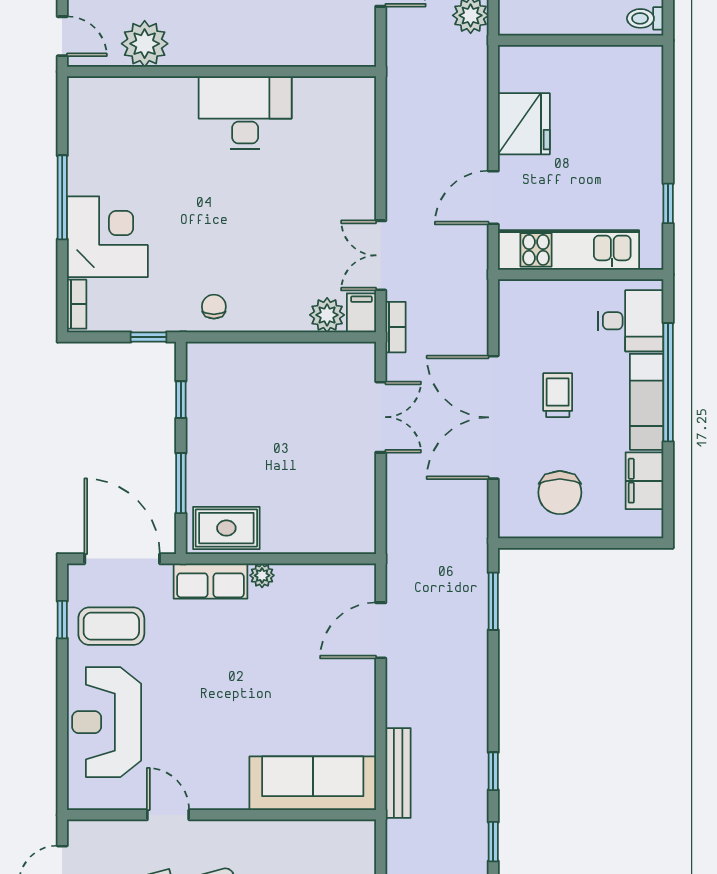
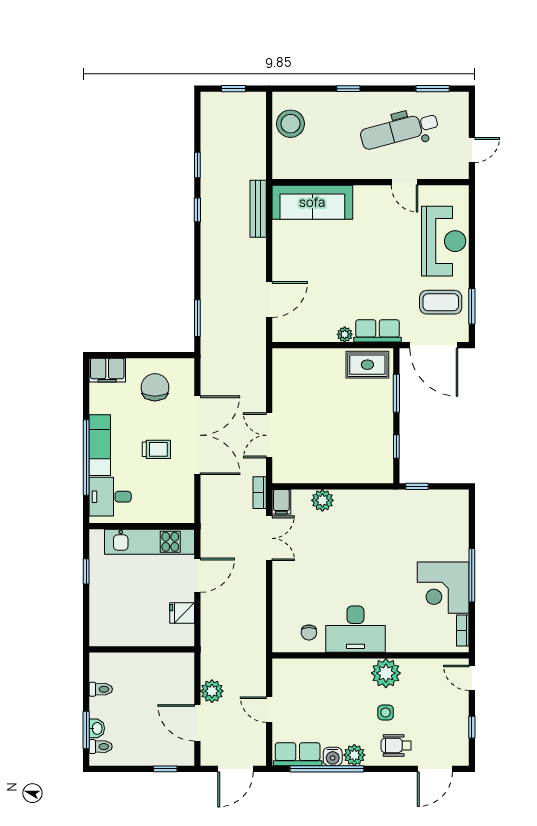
wall: (581, 40) -> (142, 649), moved
plant: (145, 44) -> (386, 673), moved
fridge: (524, 124) -> (182, 613), width x0.53, depth x0.75
corner desk: (107, 237) -> (443, 588), moved
bookcase: (77, 304) -> (463, 630), moved
chair: (214, 307) -> (309, 632), moved
plant: (327, 315) -> (322, 500), moved
trolley: (558, 395) -> (156, 449), turned -90
filing cabinet: (644, 481) -> (107, 370), moved, turned 90
window: (62, 620) -> (472, 306), width x1.50

